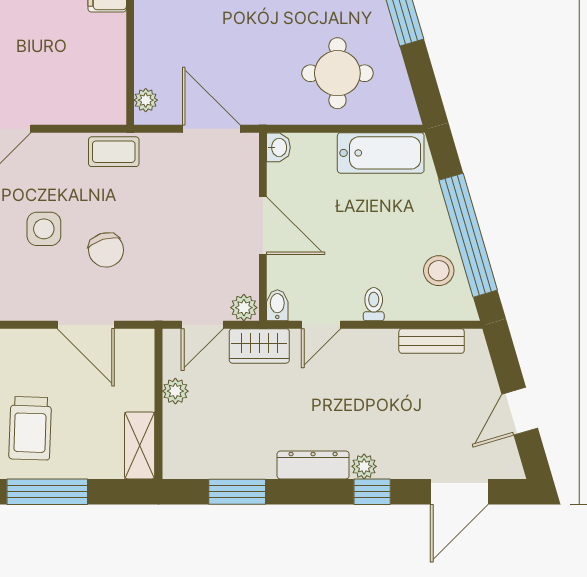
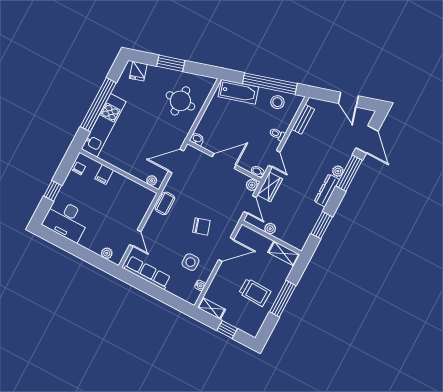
bathtub: (381, 153) -> (238, 92), moved, turned 74
side table: (44, 229) -> (190, 262), moved
window: (372, 492) -> (349, 173), width x2.17

